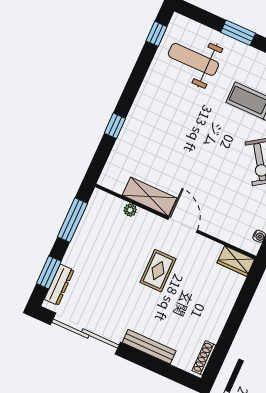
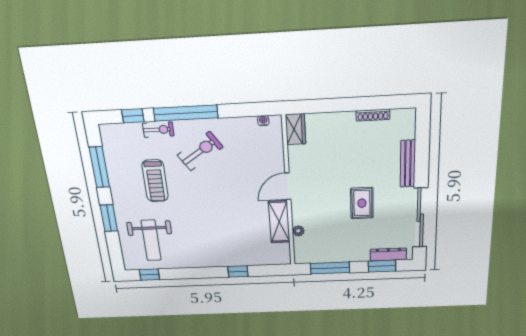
rug: (158, 271) -> (362, 203), moved, turned 90
shoe rack: (204, 358) -> (373, 115), moved

